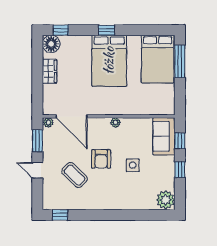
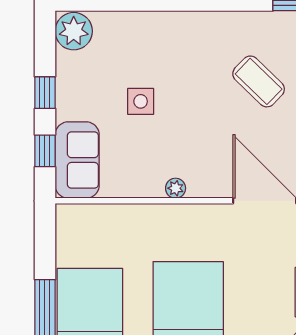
armchair: (101, 159) -> (205, 114), removed

